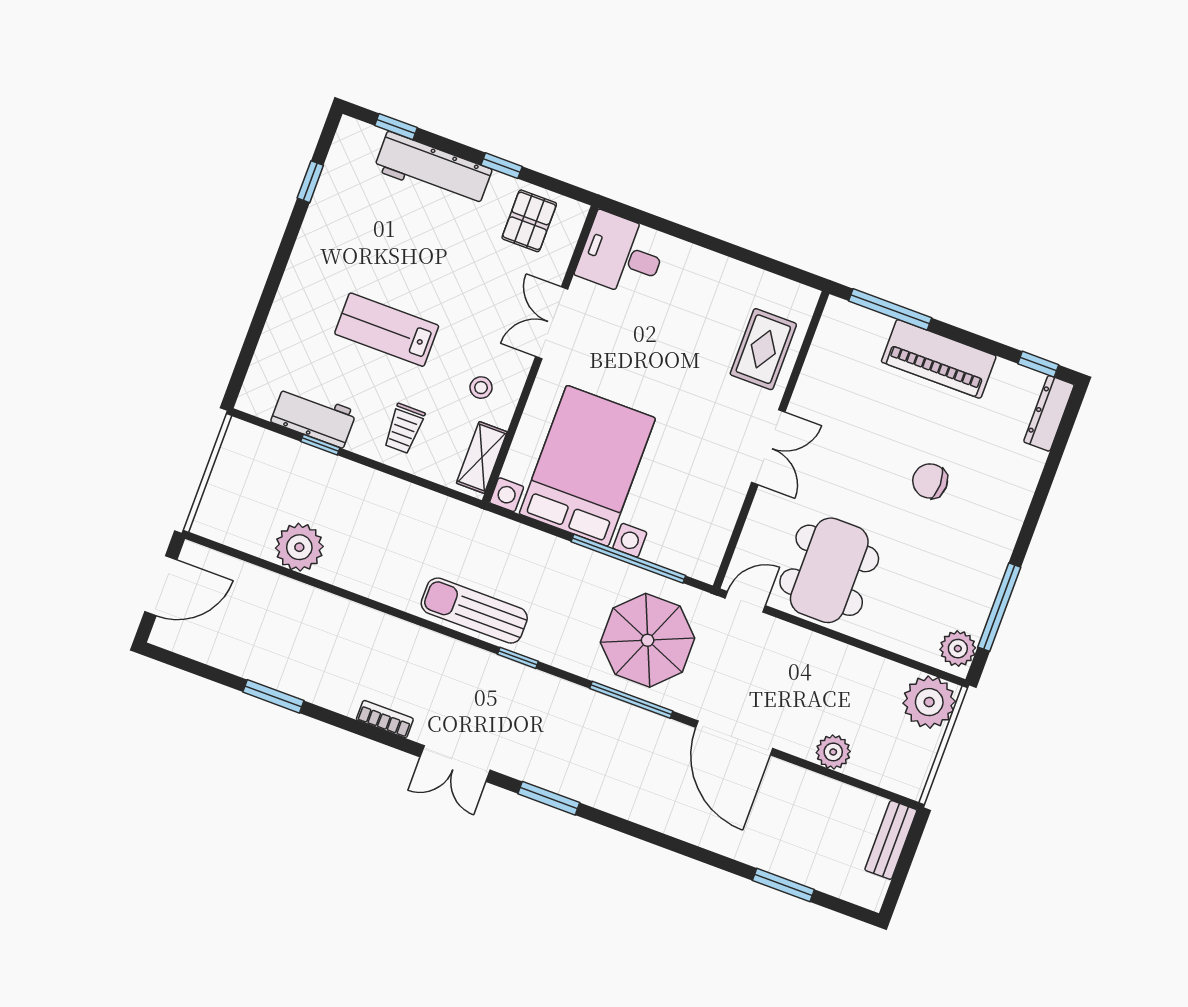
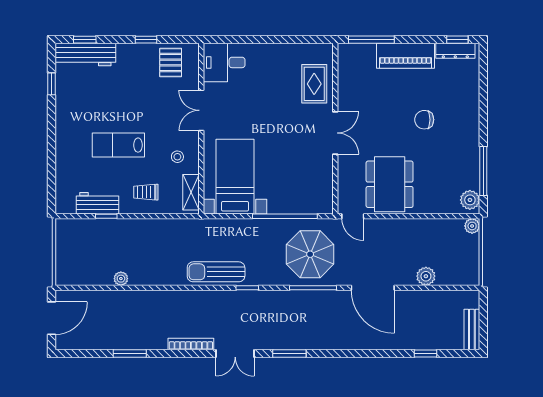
workbench: (433, 170) -> (85, 55), moved
dresser: (1049, 413) -> (455, 51), moved, turned -90
trolley: (404, 429) -> (146, 192), turned 90
bed with nightstands: (587, 466) -> (235, 177), width x0.73
plant: (299, 547) -> (121, 279), width x0.53, depth x0.53
door: (745, 602) -> (353, 216), swing flipped
plant: (929, 702) -> (472, 226), width x0.53, depth x0.53
bookcase: (385, 719) -> (191, 344), width x1.56
bench: (891, 840) -> (472, 330), moved
window: (783, 885) -> (426, 353), width x0.67

